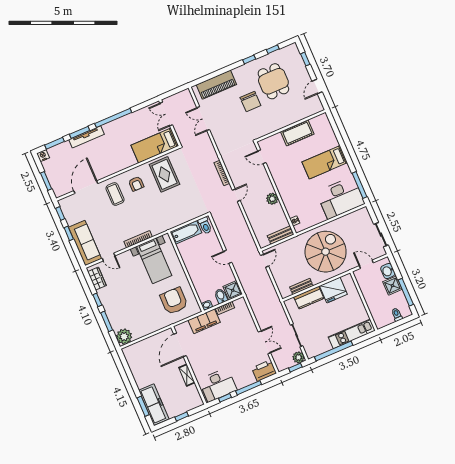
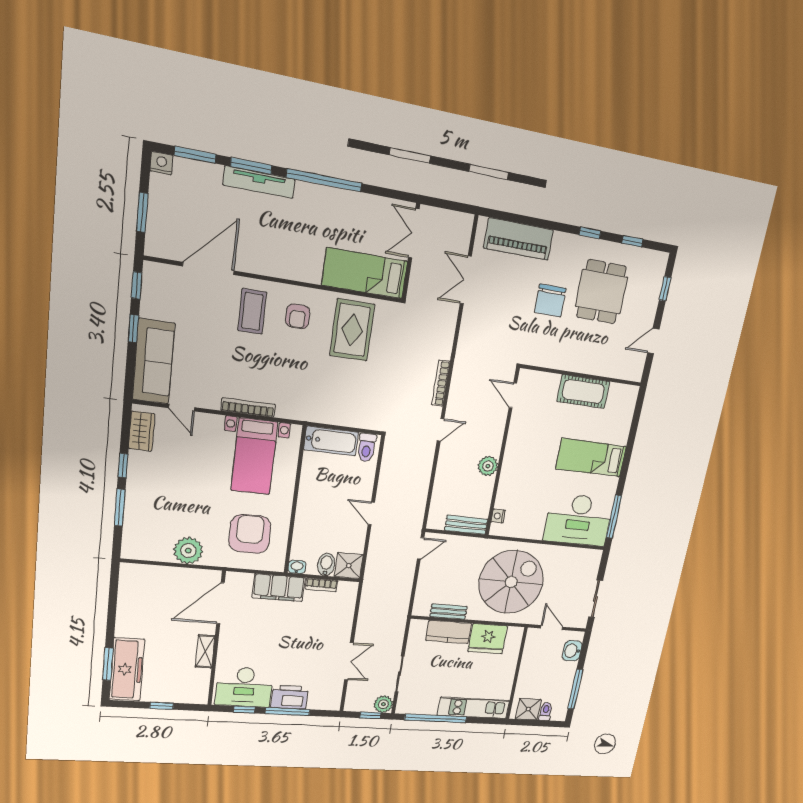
shower: (392, 286) -> (528, 709), moved
plant: (124, 337) -> (188, 551), moved
printer: (264, 371) -> (290, 697), moved

